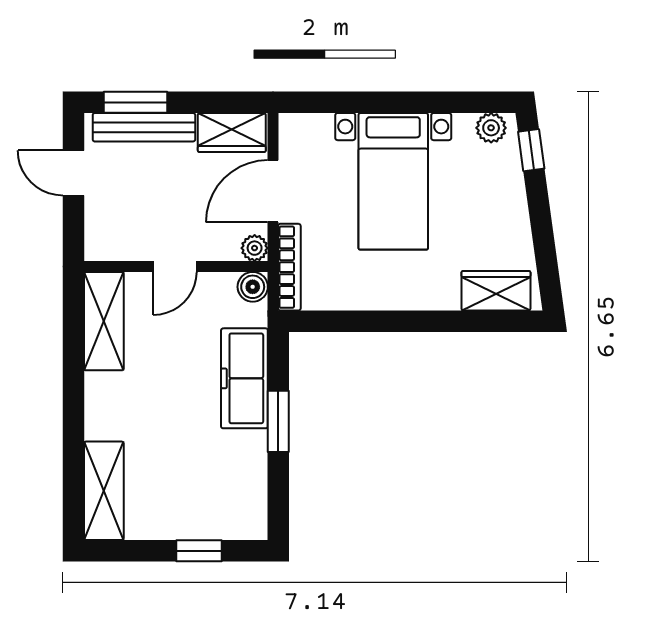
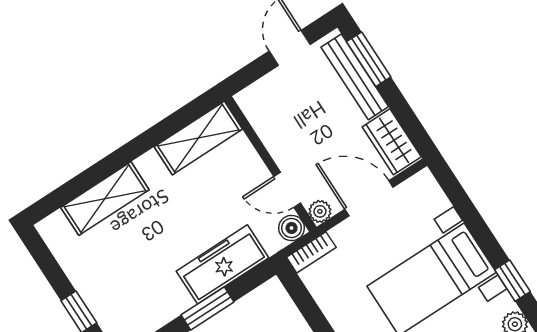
window: (446, 102) -> (512, 281), added
door: (175, 266) -> (287, 190), moved
bookcase: (289, 267) -> (311, 252), width x0.64
shelving: (104, 491) -> (105, 199), moved

